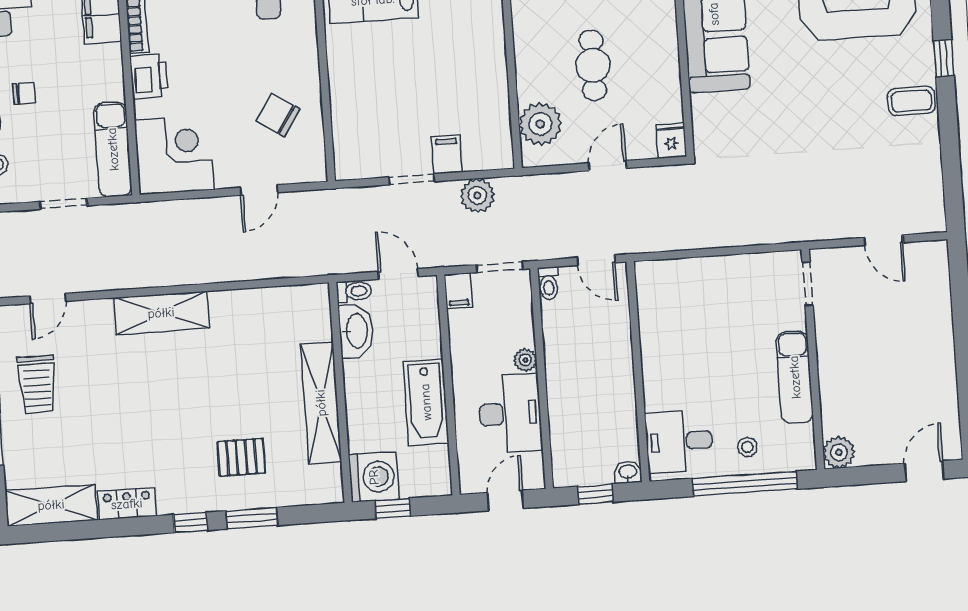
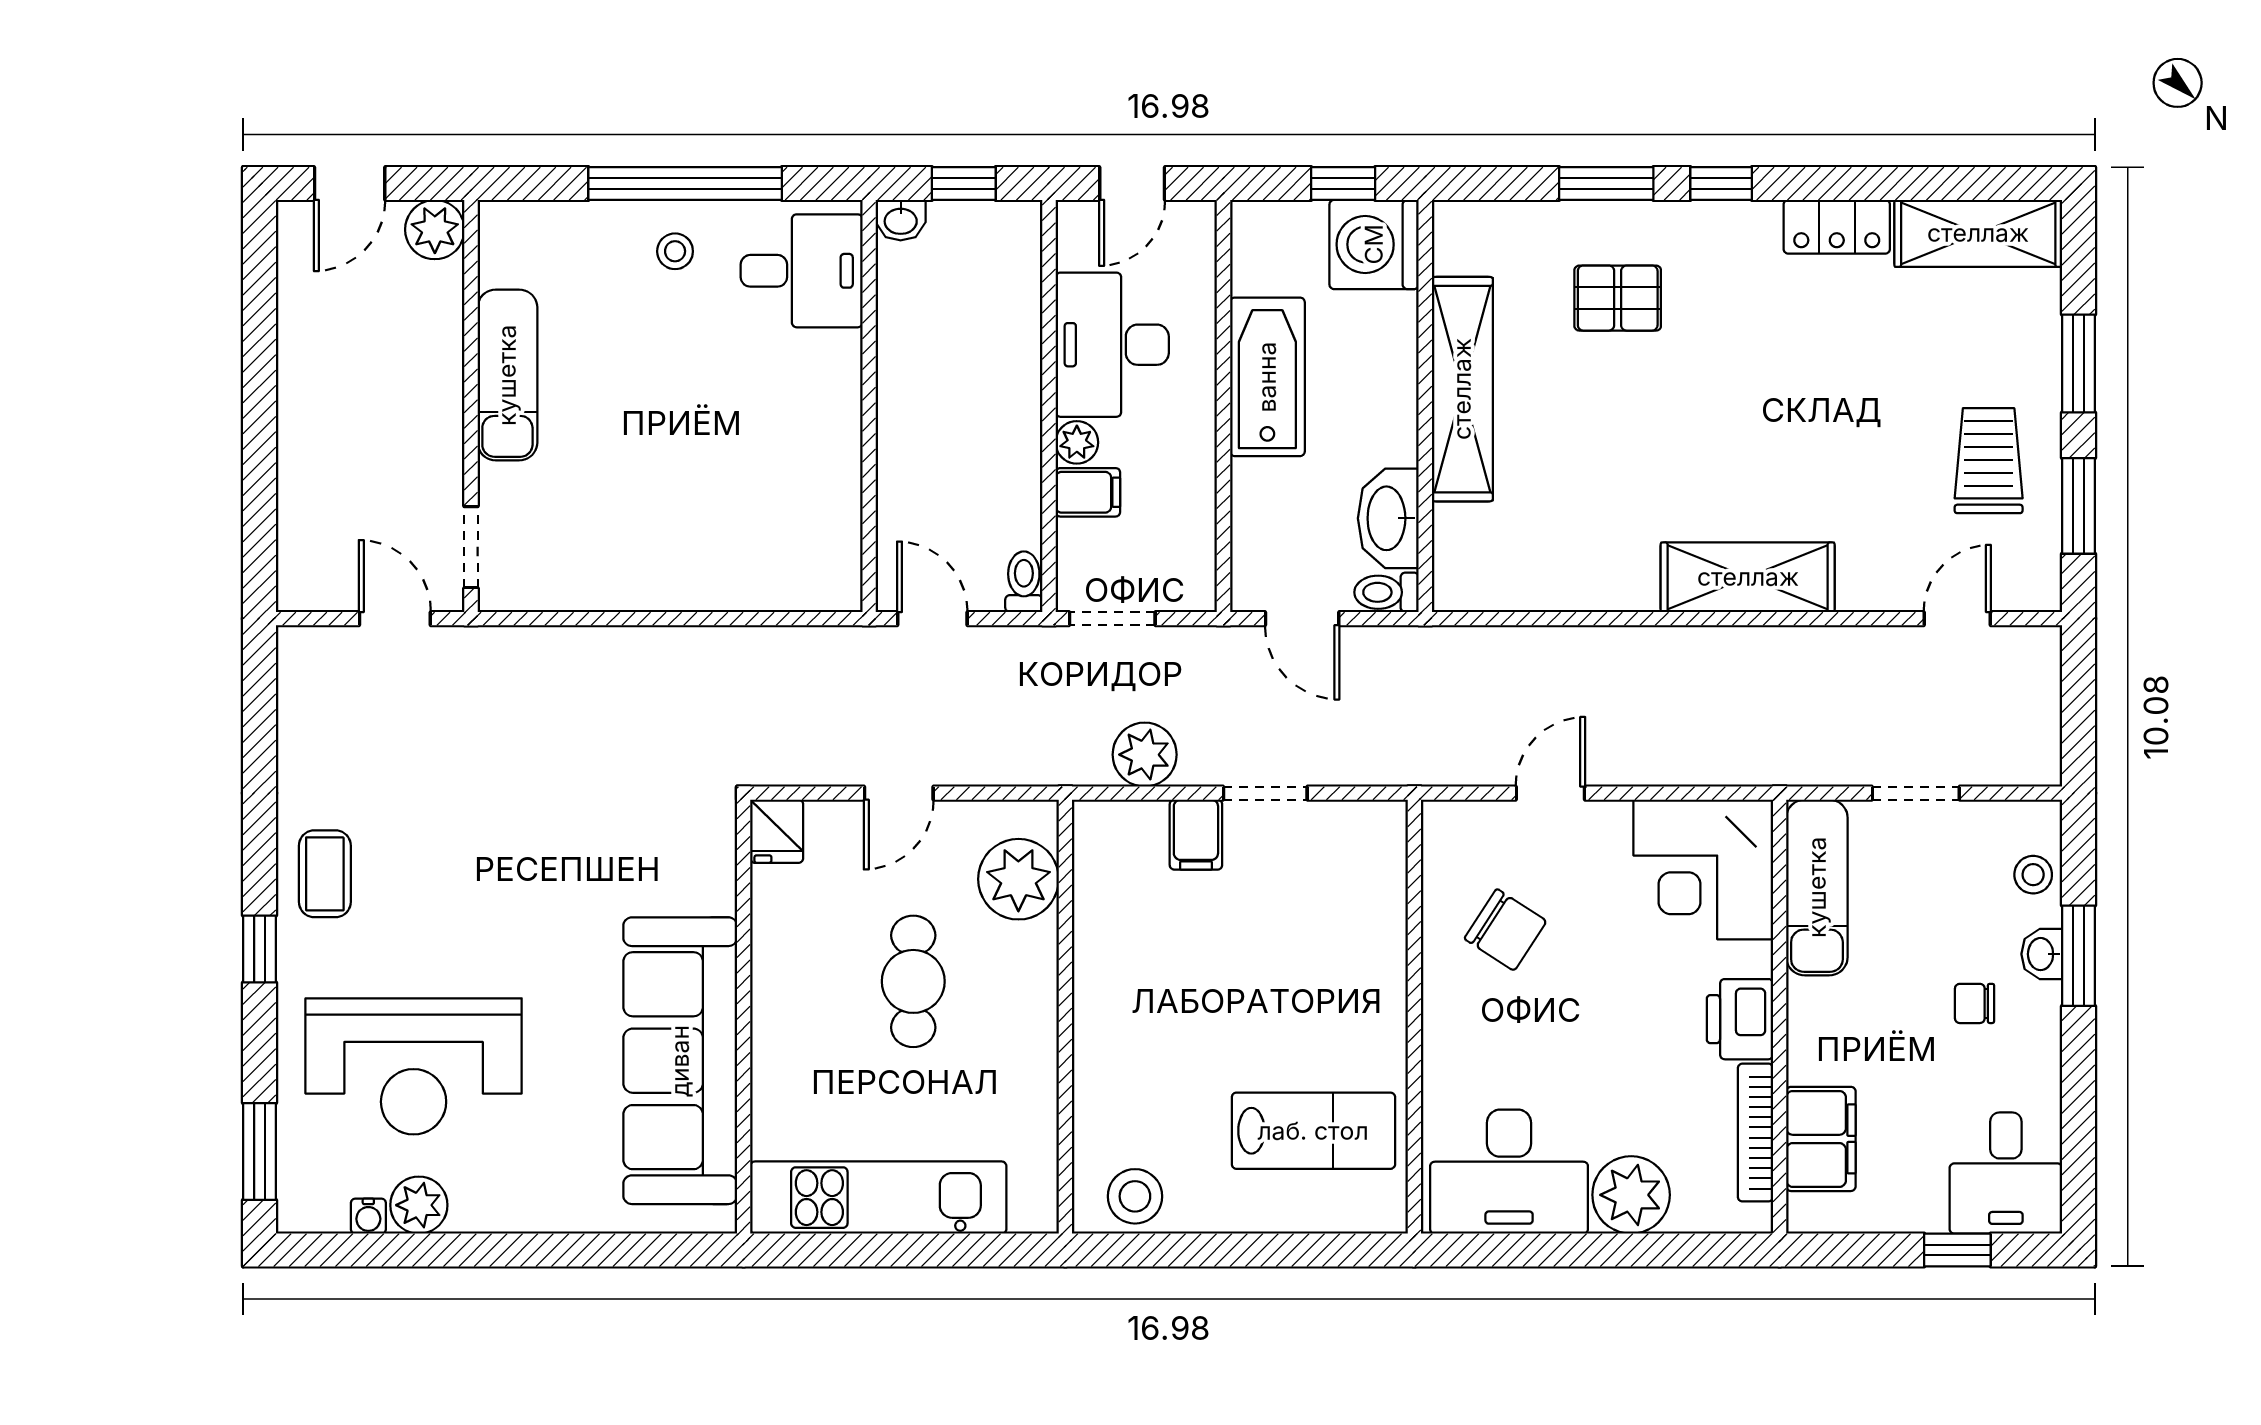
coffee table: (912, 101) -> (325, 874), turned 90
doorway: (808, 284) -> (471, 547), moved
filing cabinet: (458, 291) -> (1088, 492), moved, turned 90
wall: (813, 359) -> (471, 406), moved
exam couch: (795, 377) -> (507, 375), moved
plant: (839, 452) -> (435, 230), moved

